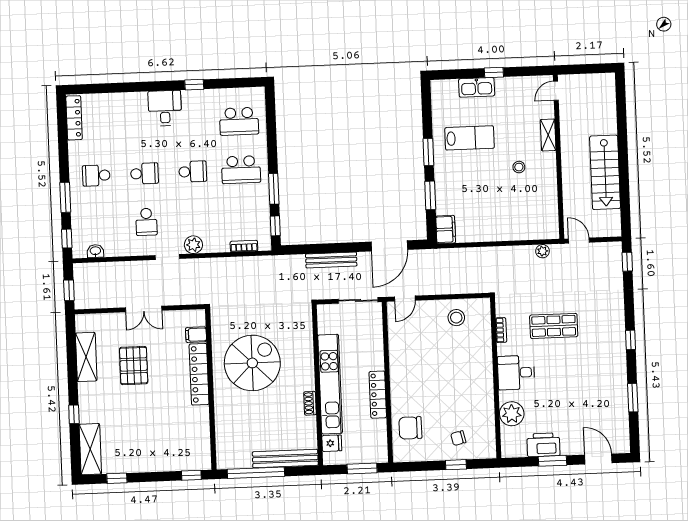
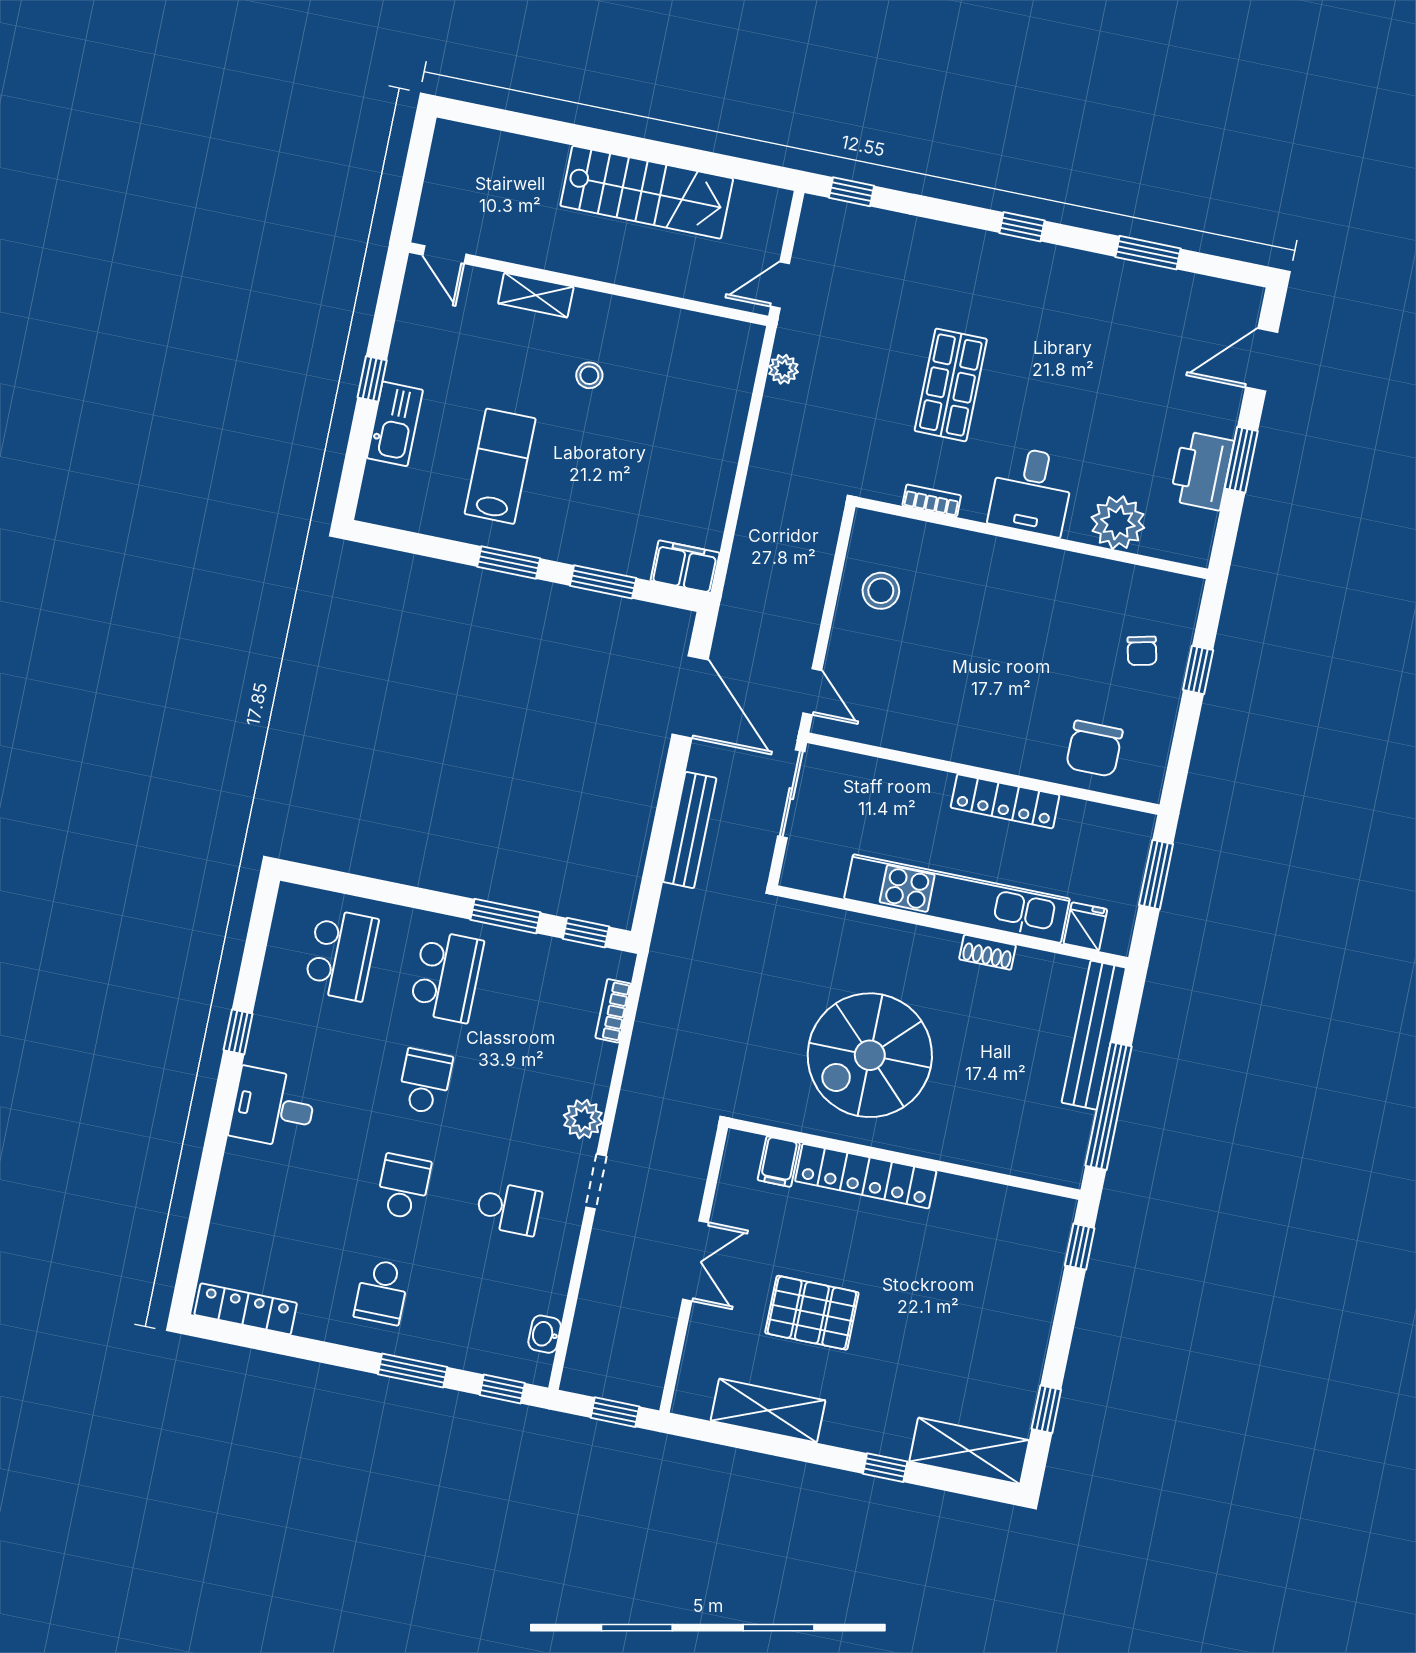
spiral stairs: (252, 363) -> (870, 1055), turned -90

